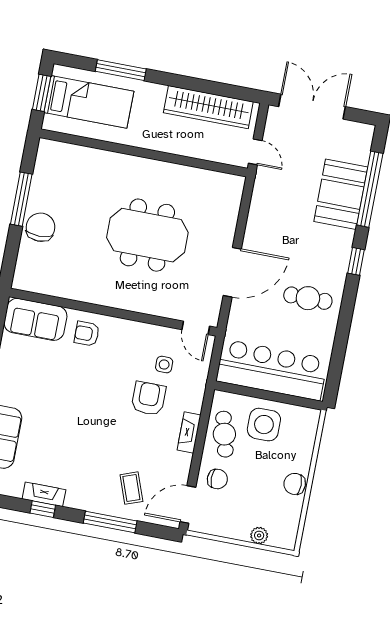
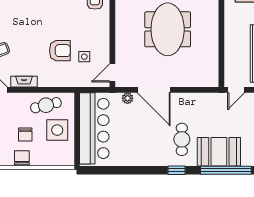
cafe table: (308, 298) -> (182, 139), moved
plant: (237, 313) -> (128, 98), added
fireplace: (189, 432) -> (24, 82), moved
chair: (217, 479) -> (25, 135), moved

